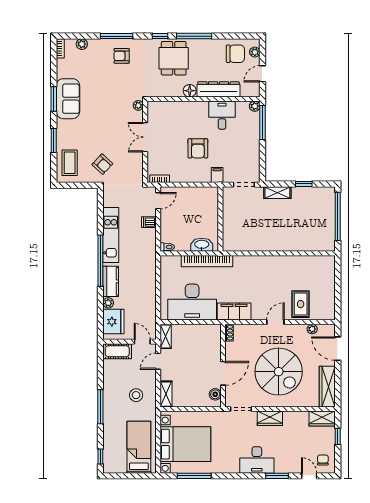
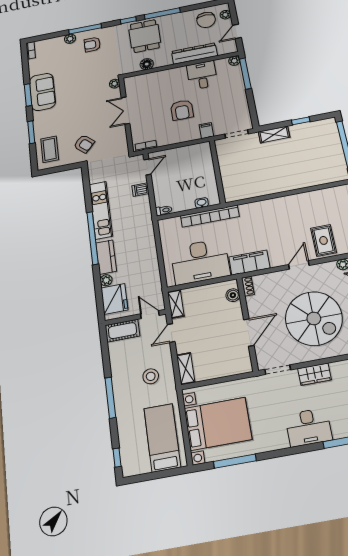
plant: (82, 44) -> (70, 39), moved
chair: (235, 54) -> (206, 20), turned 90
floor lamp: (190, 91) -> (147, 64), moved
washbasin: (202, 245) -> (202, 203), width x0.52, depth x0.69
boiler: (215, 394) -> (233, 295), moved

